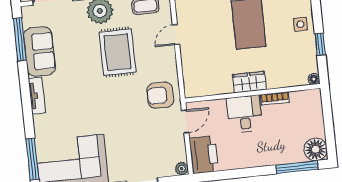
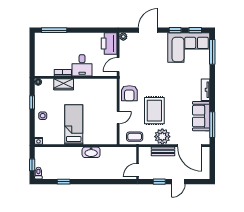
wardrobe: (249, 82) -> (64, 84), moved
armchair: (160, 95) -> (129, 93), moved, turned 90
floor lamp: (316, 149) -> (42, 40), removed

